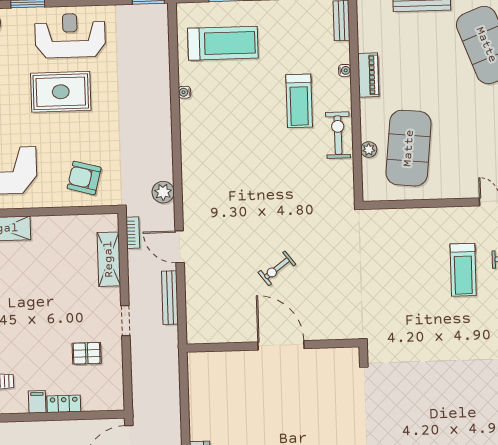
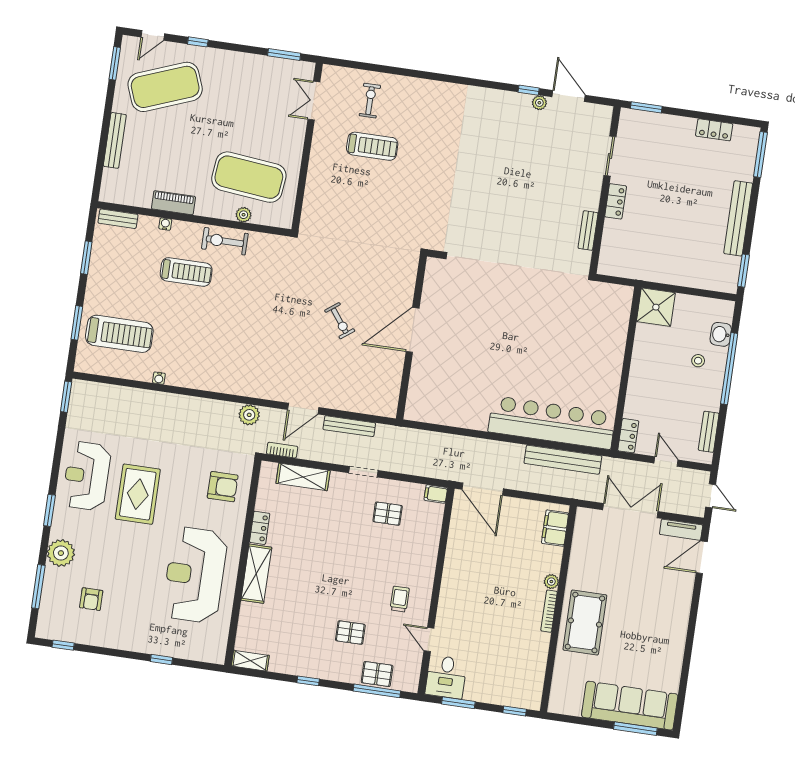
treadmill: (223, 43) -> (119, 334), turned 90
armchair: (84, 178) -> (223, 487), turned -105
pallet: (87, 353) -> (388, 514), turned 90
filing cabinet: (37, 402) -> (436, 494), moved
locker: (64, 404) -> (260, 528), moved, turned 180

